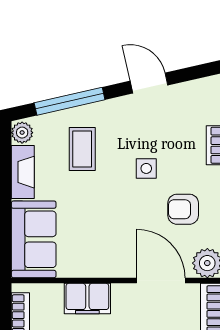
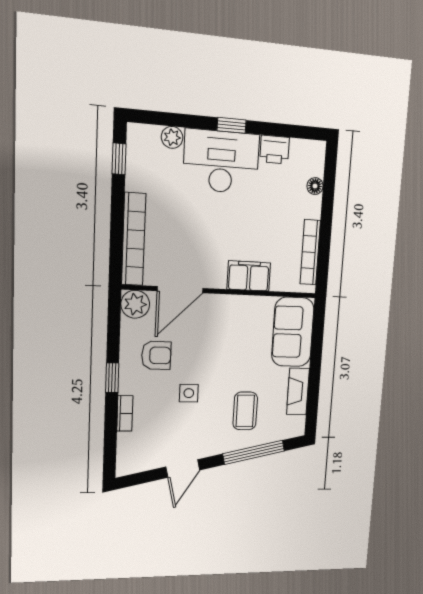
door: (149, 83) -> (183, 468), hinge flipped
plant: (22, 133) -> (296, 425), removed
door: (161, 281) -> (180, 290), hinge flipped

